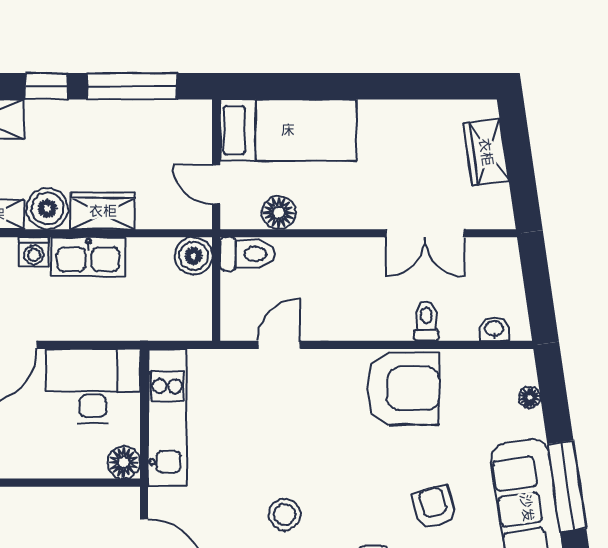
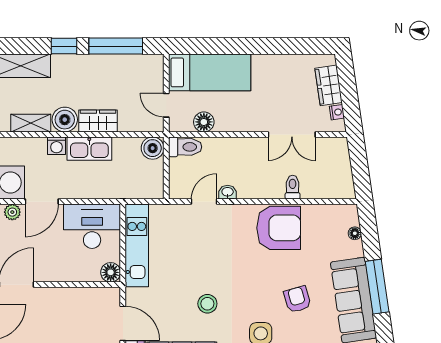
nightstand: (500, 196) -> (337, 112), added
washbasin: (494, 329) -> (228, 192), moved

